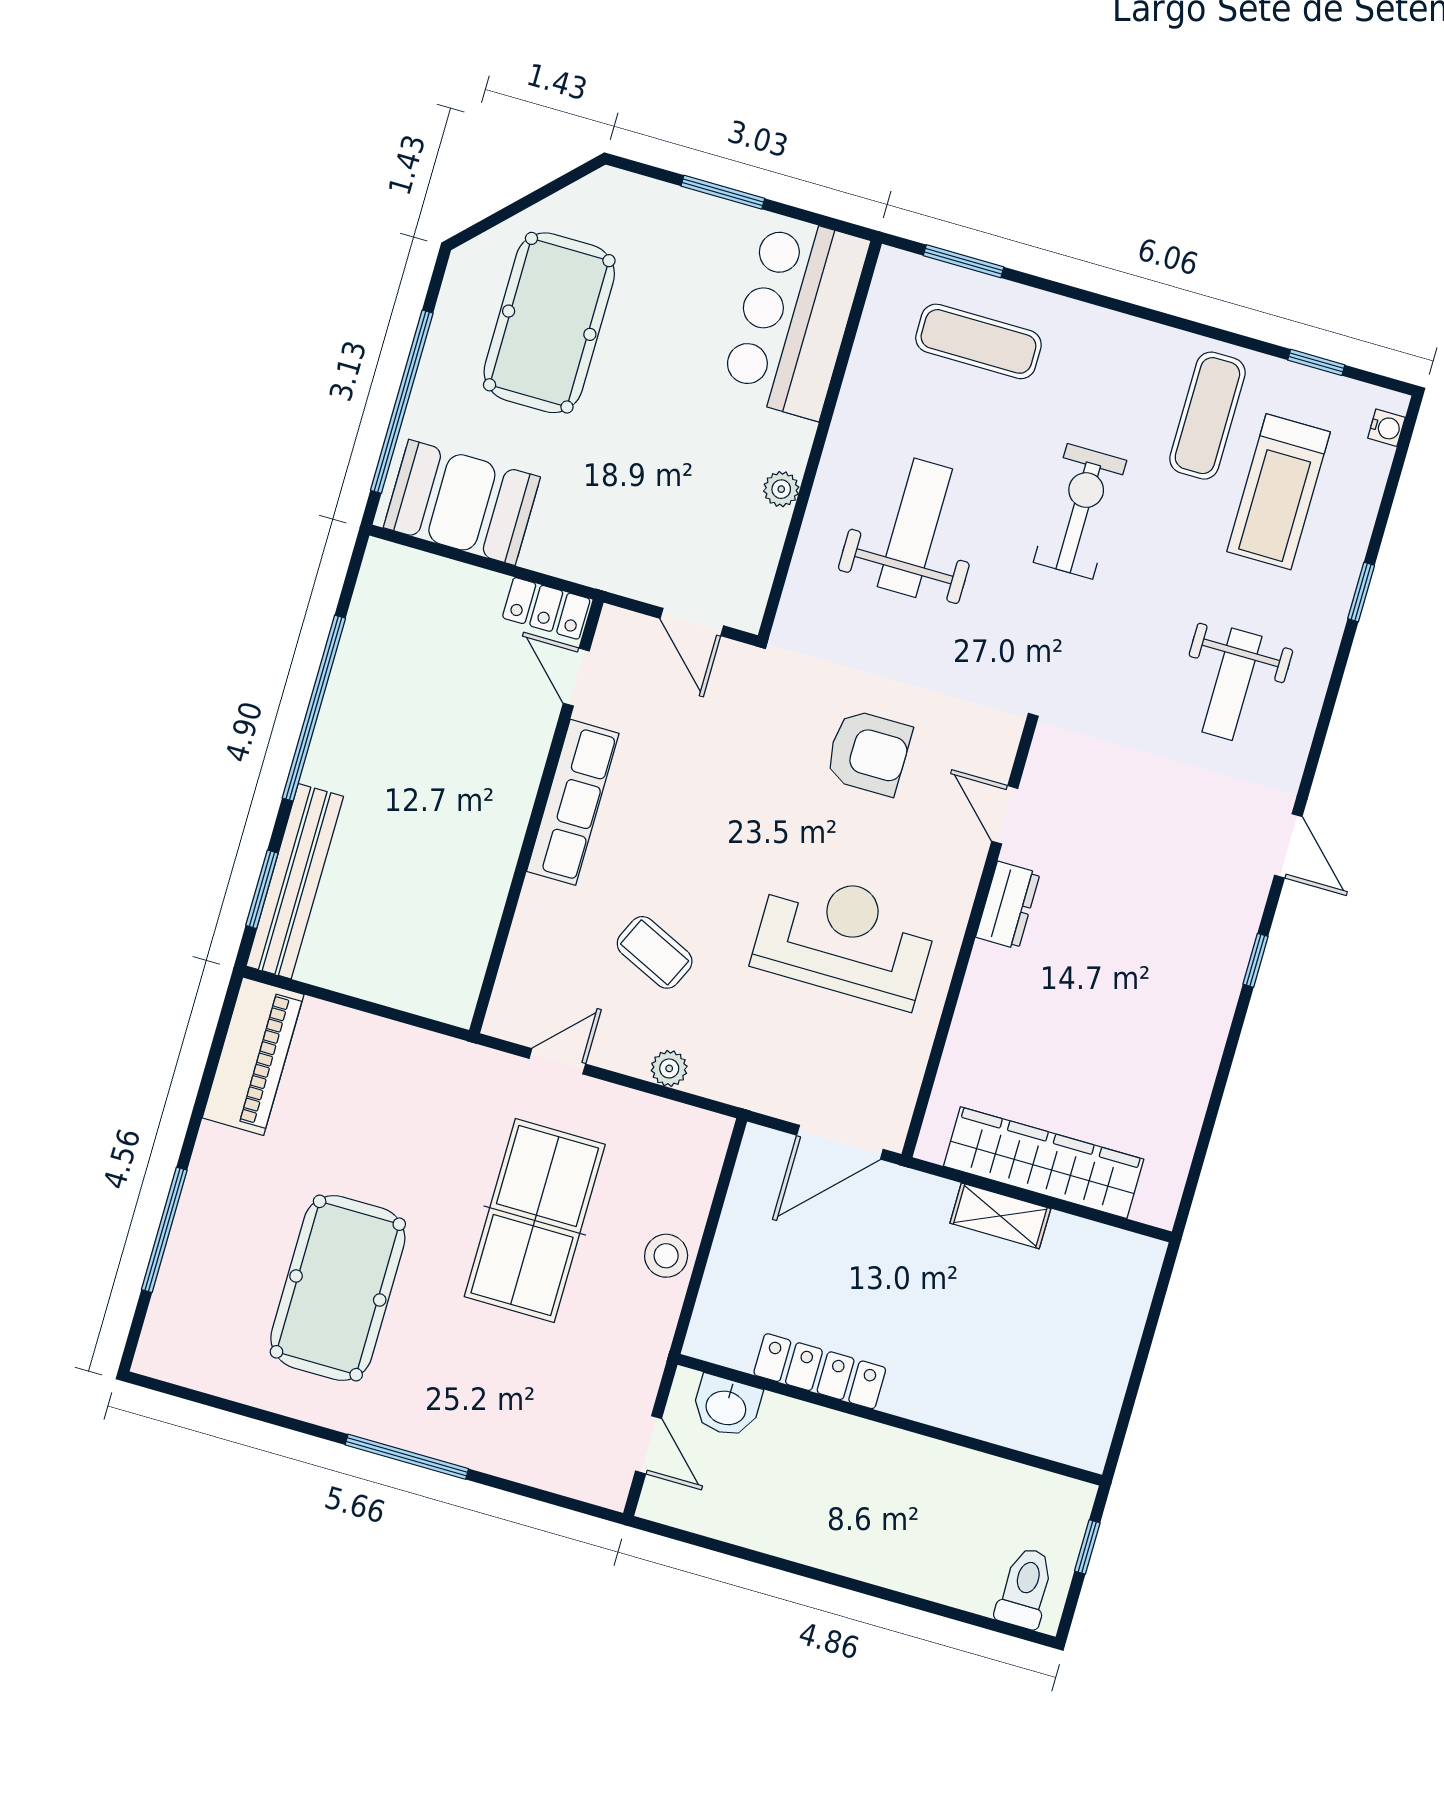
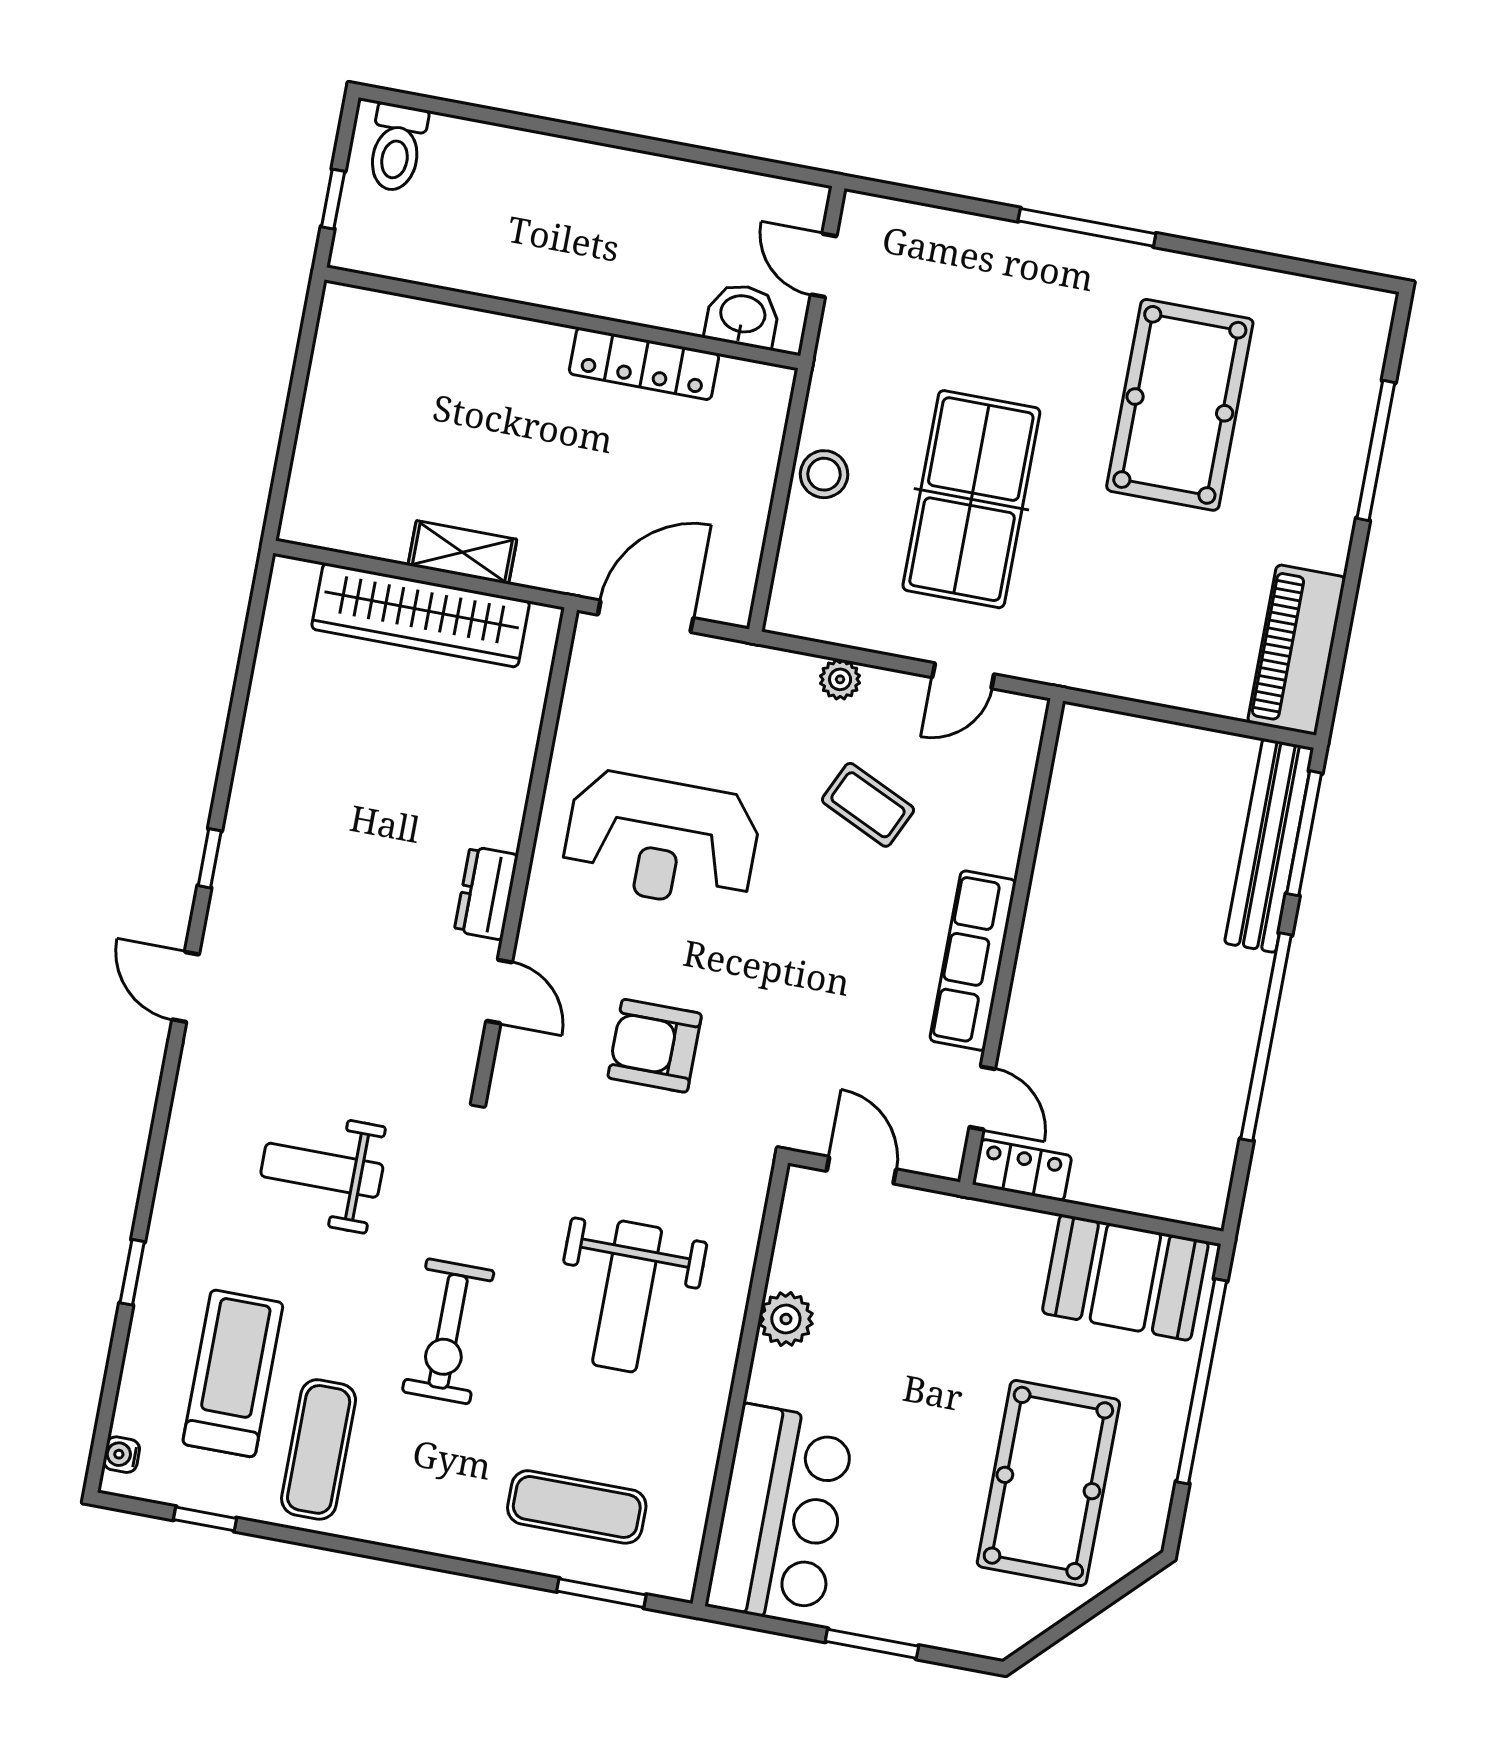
plant: (781, 489) -> (786, 1319), width x1.38, depth x1.38
weight bench: (1232, 684) -> (322, 1170), moved, turned -90
window: (262, 889) -> (1304, 833), width x1.44

